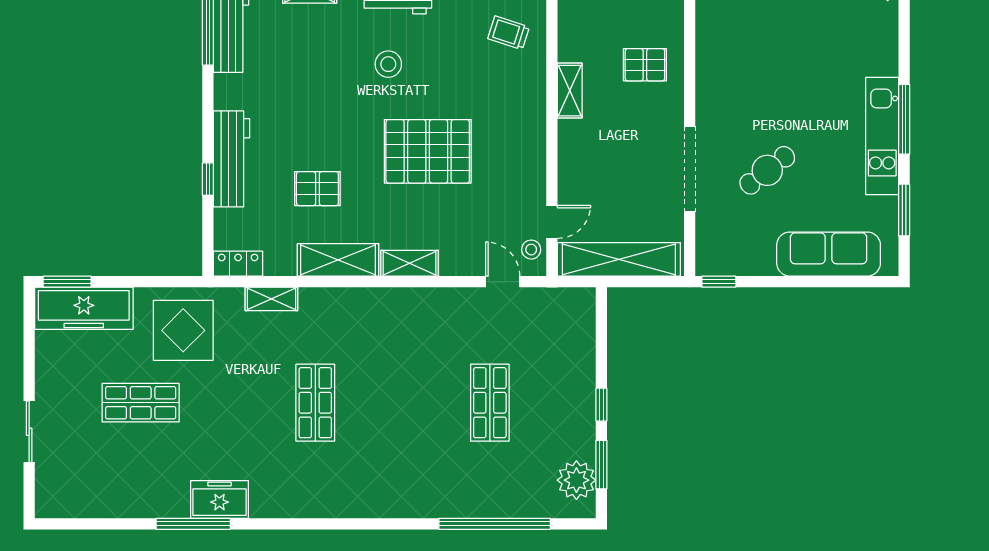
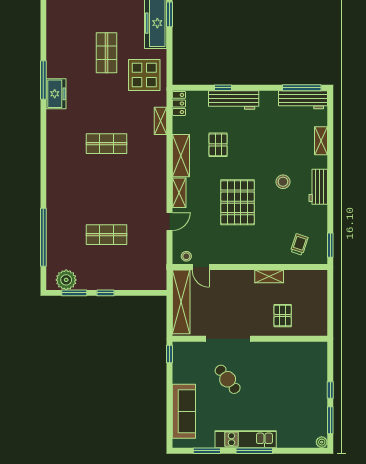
door: (503, 282) -> (170, 221), moved

